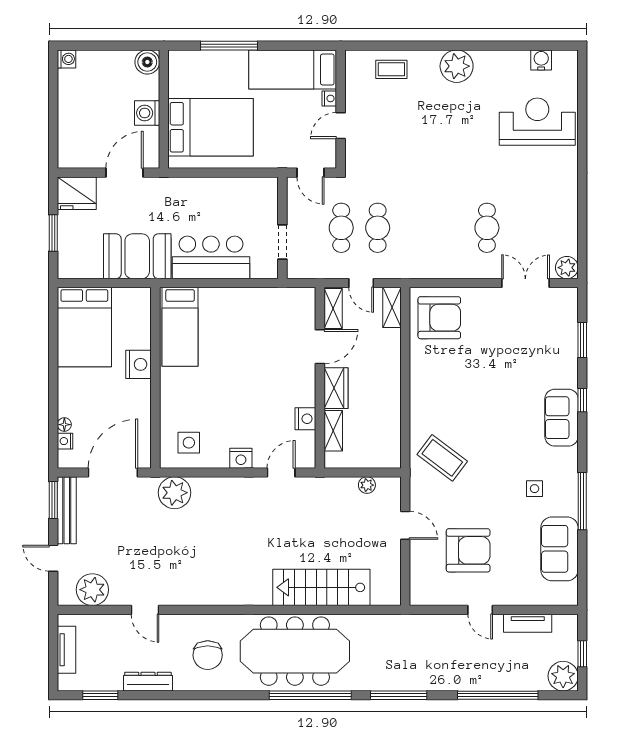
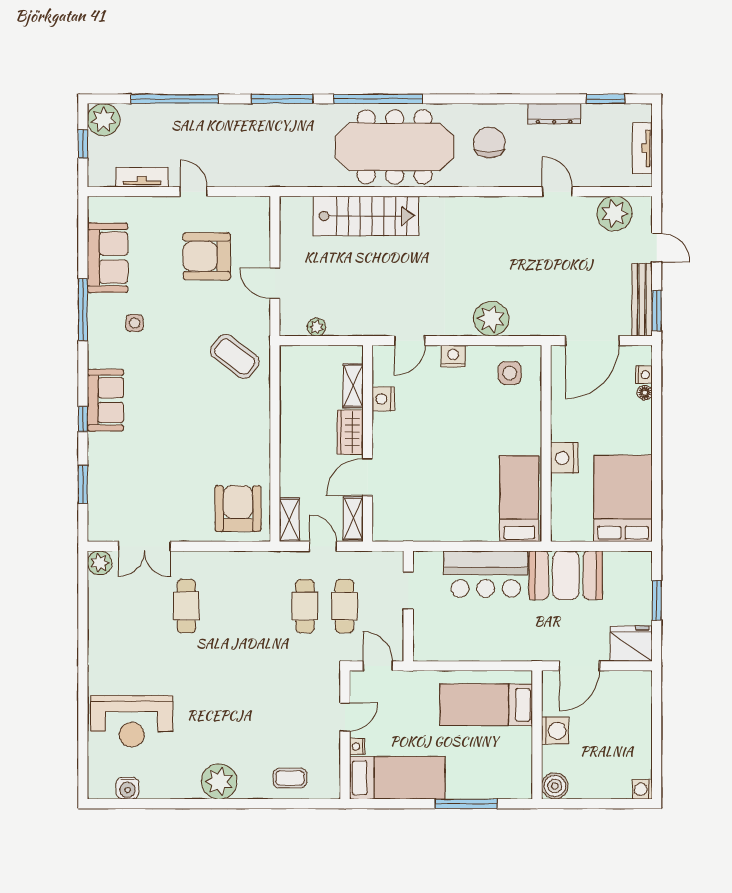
bed: (211, 127) -> (486, 705), width x0.67
armchair: (439, 318) -> (238, 509), turned 90
plant: (174, 493) -> (491, 319), moved

